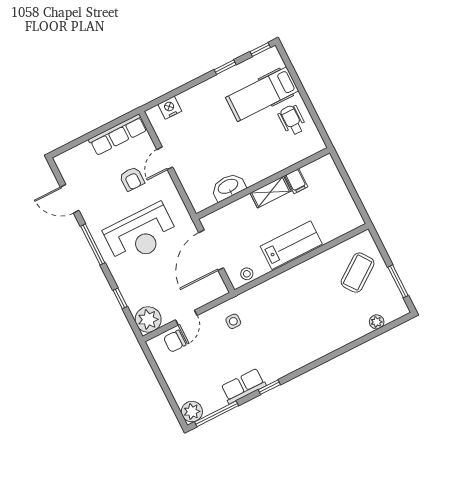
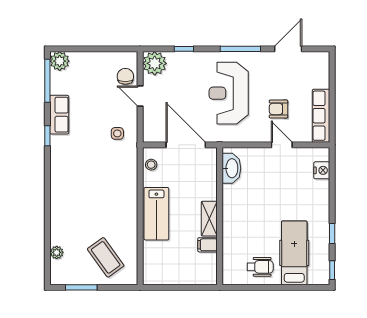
washbasin: (228, 187) -> (231, 168), moved

